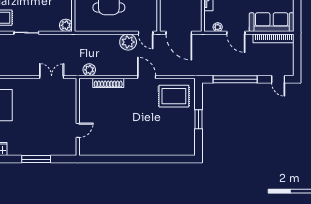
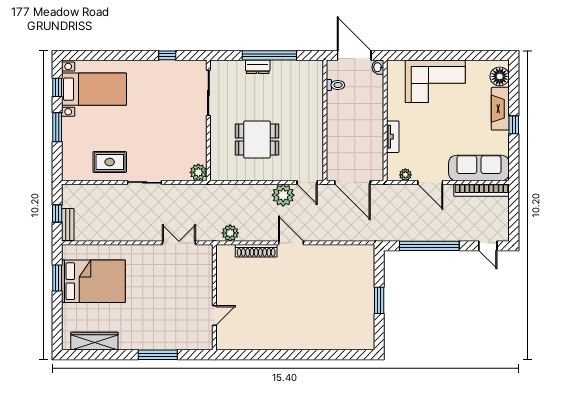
door: (147, 77) -> (291, 243), moved
rug: (174, 96) -> (346, 269), removed

